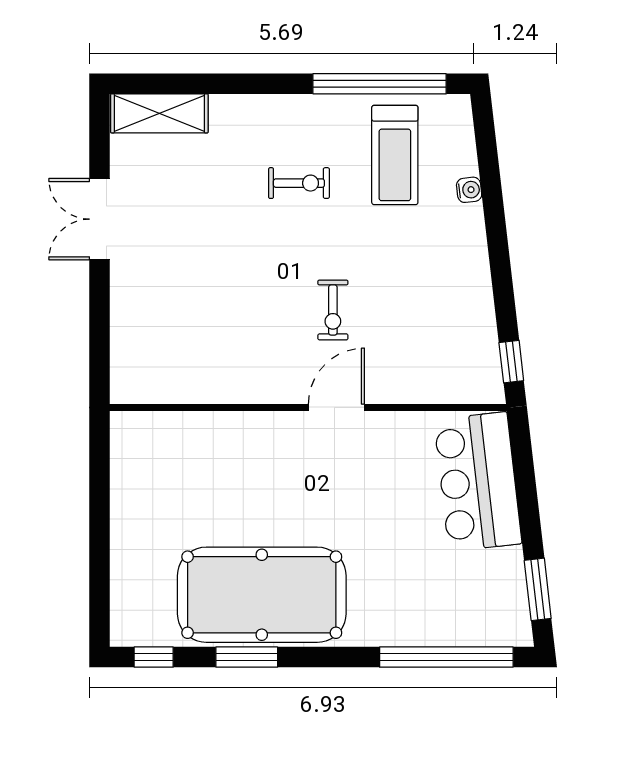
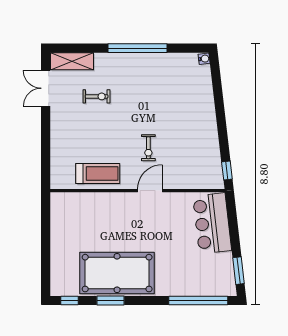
window: (380, 84) -> (137, 48), moved
treadmill: (395, 155) -> (98, 173), moved, turned -90
exercise bike: (299, 183) -> (97, 96), moved
water cooler: (469, 190) -> (204, 59), moved
double door: (100, 219) -> (46, 88), moved

